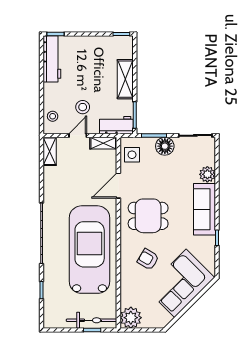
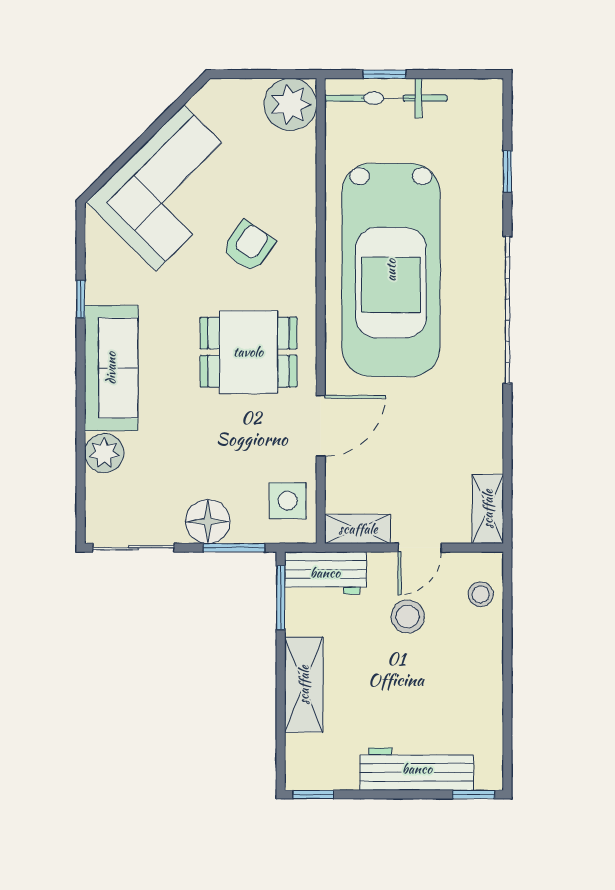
workbench: (52, 59) -> (417, 769), moved, turned 90
armchair: (148, 259) -> (249, 246), turned -86

